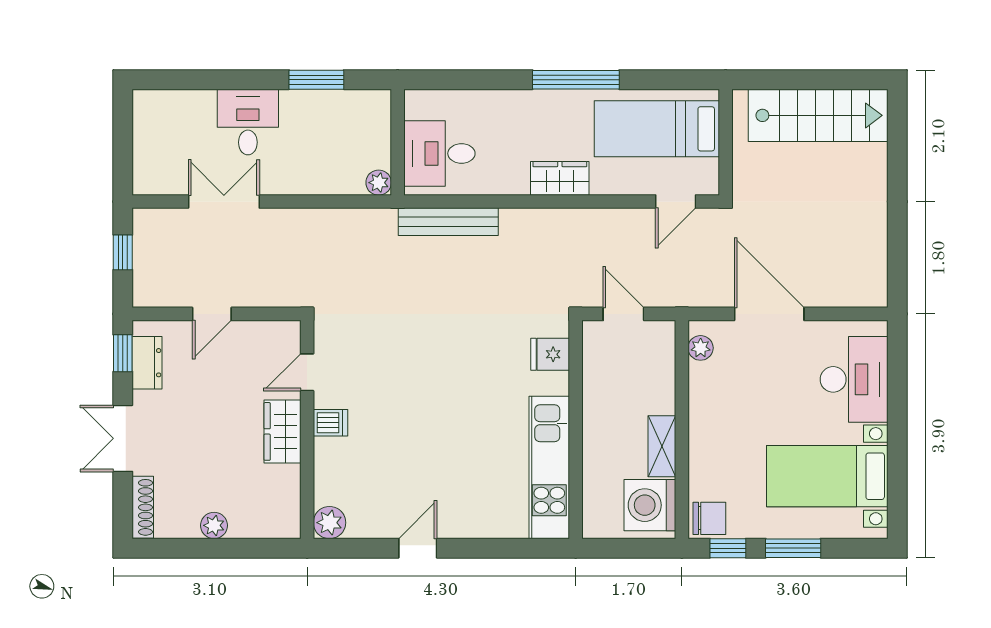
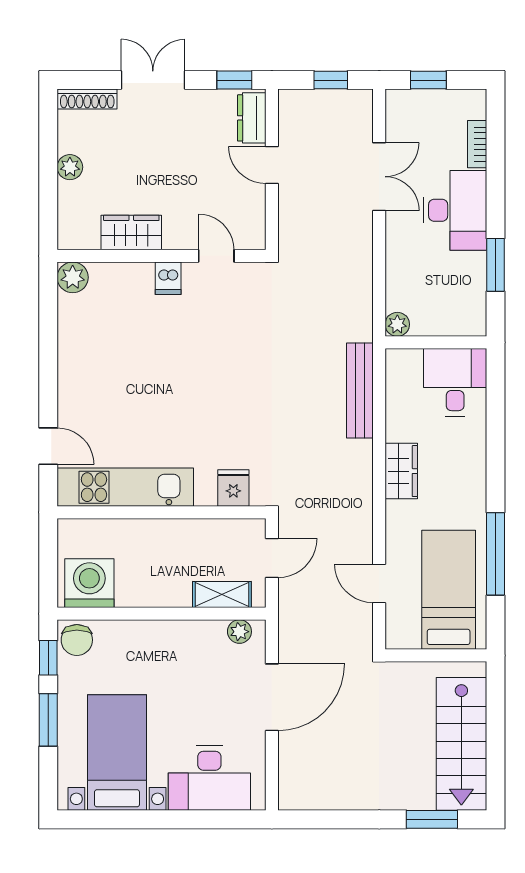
window: (576, 80) -> (495, 554), moved
bookcase: (190, 99) -> (477, 144), added
desk: (248, 122) -> (455, 210), width x1.37
window: (897, 146) -> (432, 819), added
window: (123, 150) -> (428, 80), added
desk: (439, 153) -> (455, 382), moved
wardrobe: (560, 178) -> (401, 471), moved
door: (676, 202) -> (379, 583), moved
dresser: (147, 363) -> (252, 118), moved, turned 90
wardrobe: (283, 431) -> (131, 233), moved
shelving: (662, 446) -> (222, 595), moved
door: (418, 548) -> (48, 446), moved

